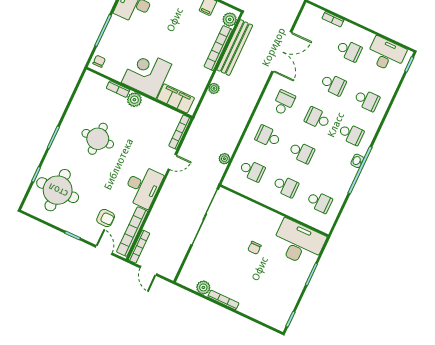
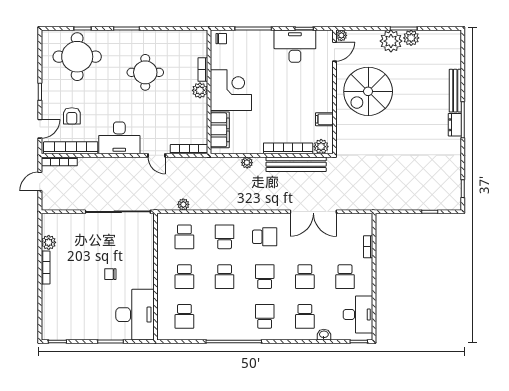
school desk: (351, 134) -> (265, 316), turned 180
washbasin: (357, 161) -> (324, 335), moved

